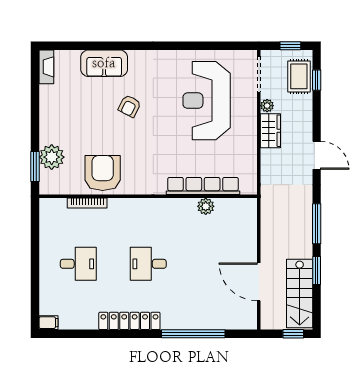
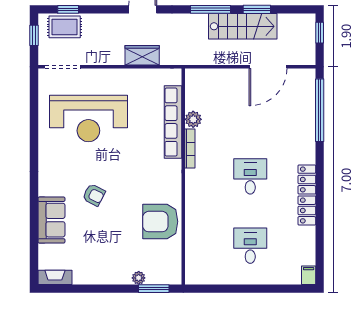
plant: (267, 106) -> (93, 59), removed
wardrobe: (270, 131) -> (142, 55), moved
plant: (52, 157) -> (139, 278), width x0.53, depth x0.53
bookcase: (87, 203) -> (190, 149), moved
desk: (148, 264) -> (250, 176), turned 180
stairs: (300, 294) -> (243, 26), moved
window: (193, 334) -> (320, 110), moved

